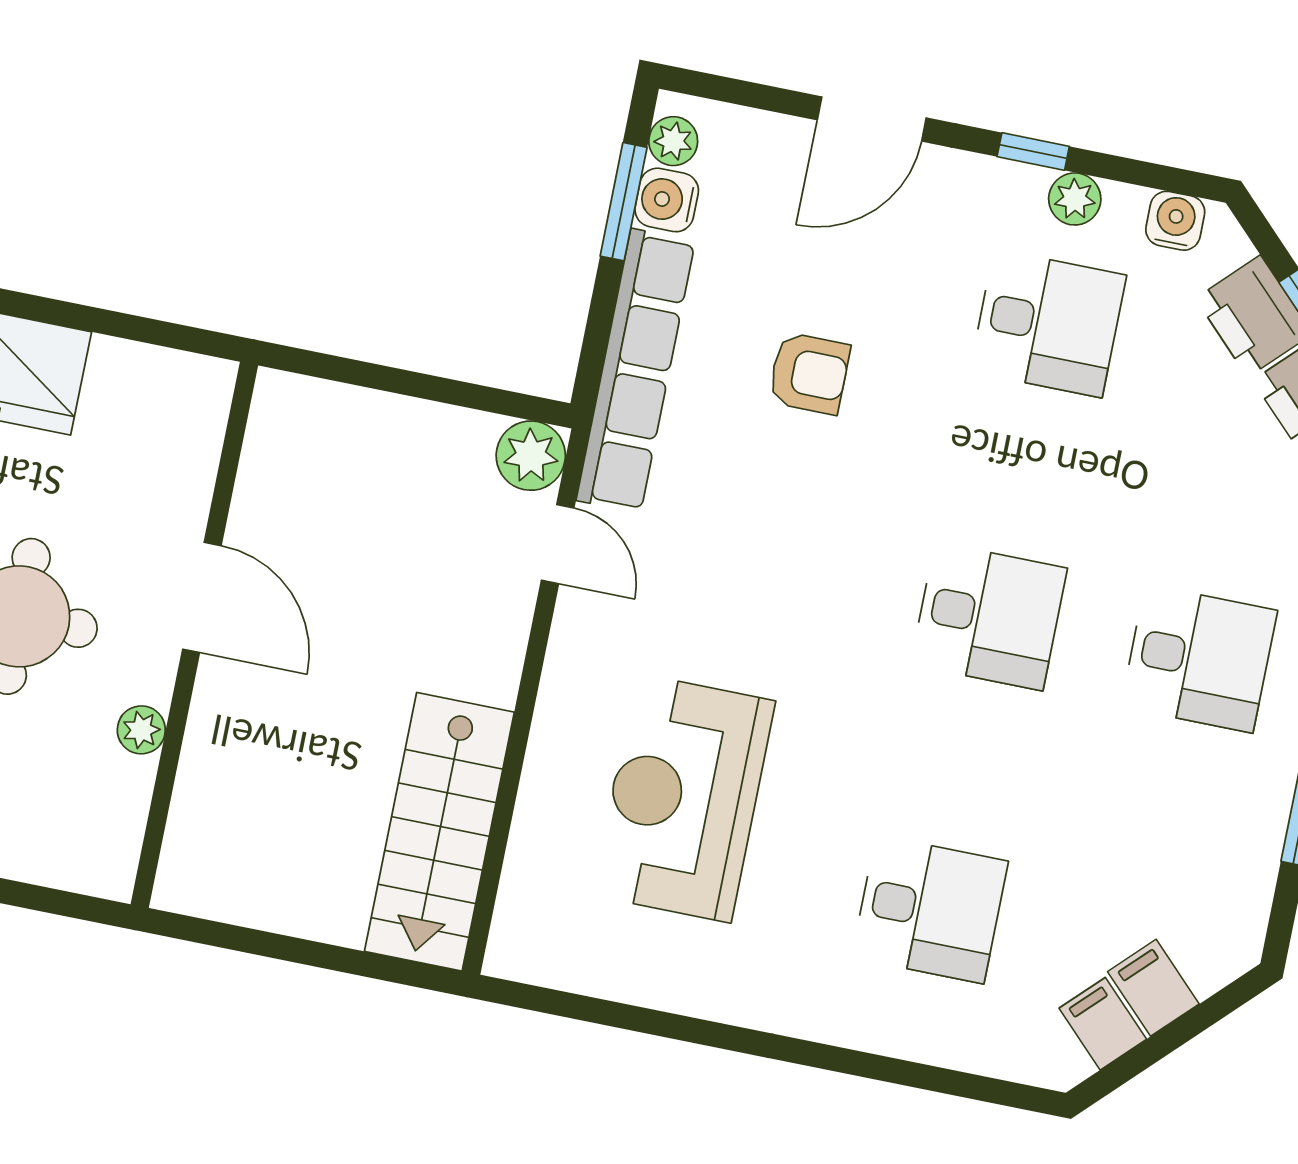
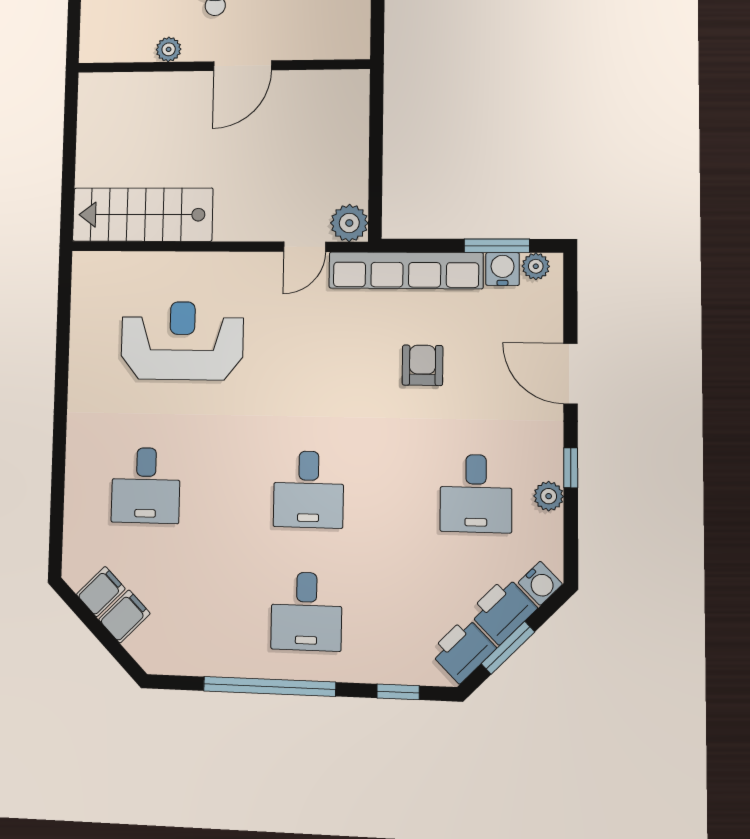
water cooler: (1175, 221) -> (540, 583), moved, turned 45
armchair: (809, 373) -> (422, 365), turned 180

